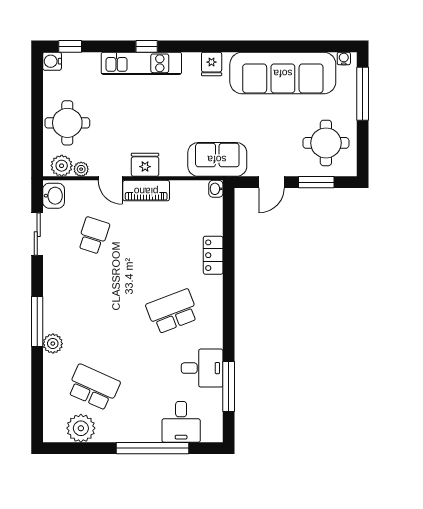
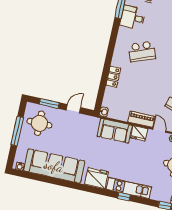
fridge: (212, 64) -> (97, 178), width x1.88, depth x1.34
window: (363, 94) -> (17, 131), moved
sofa: (217, 159) -> (115, 131), moved

